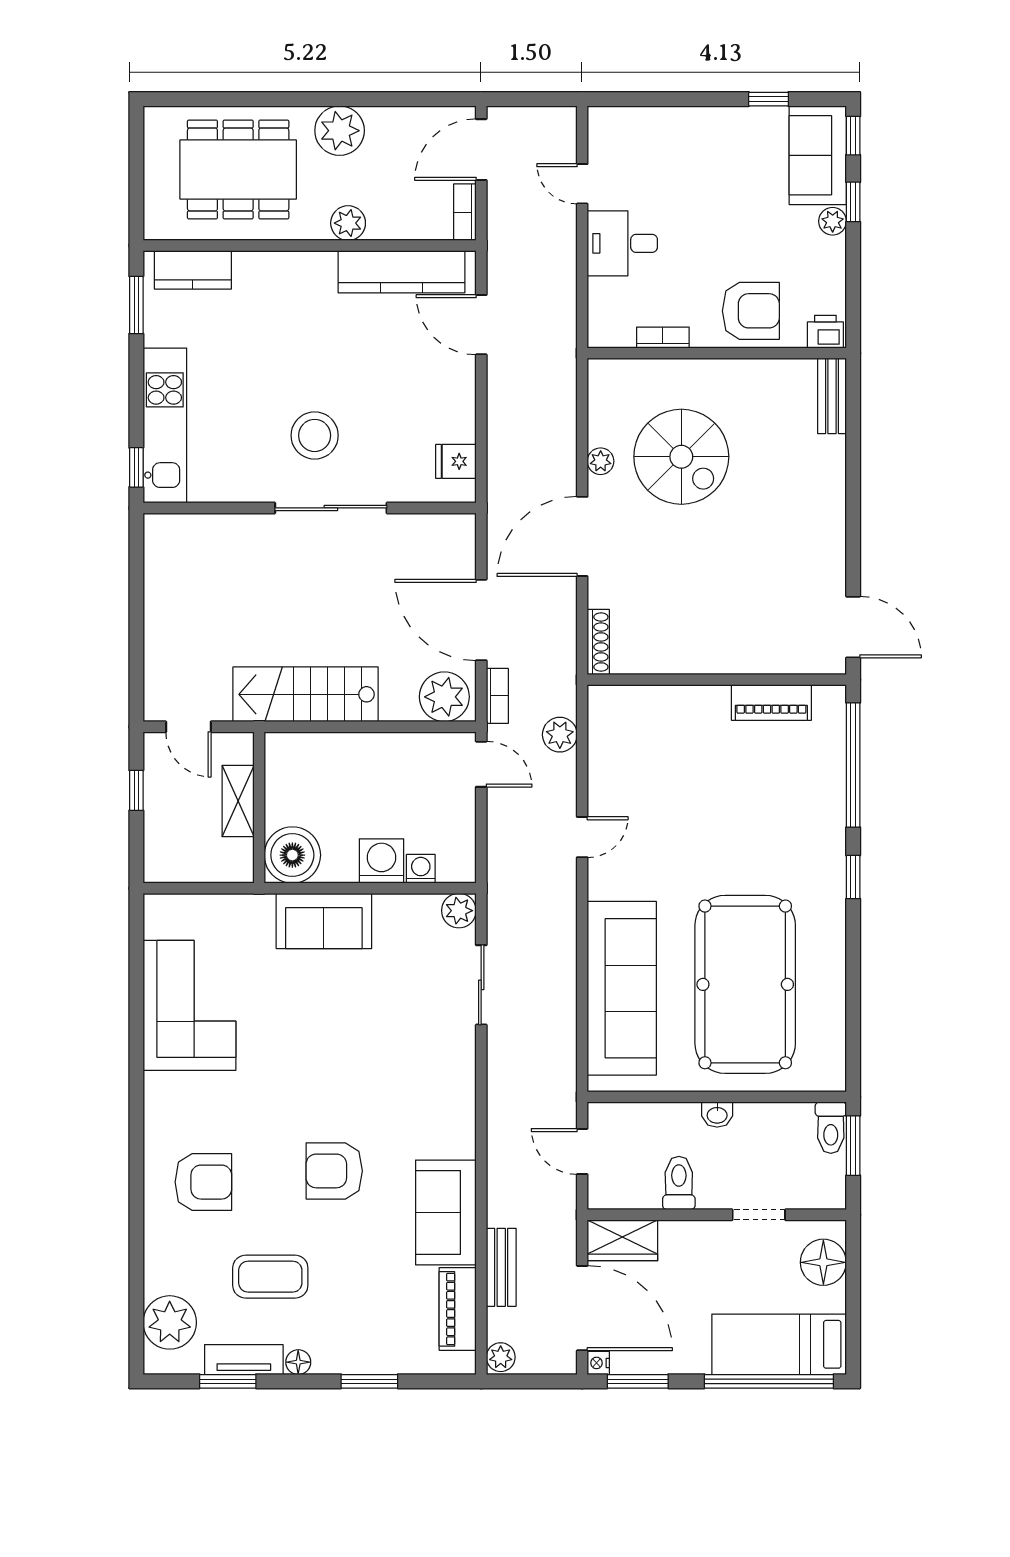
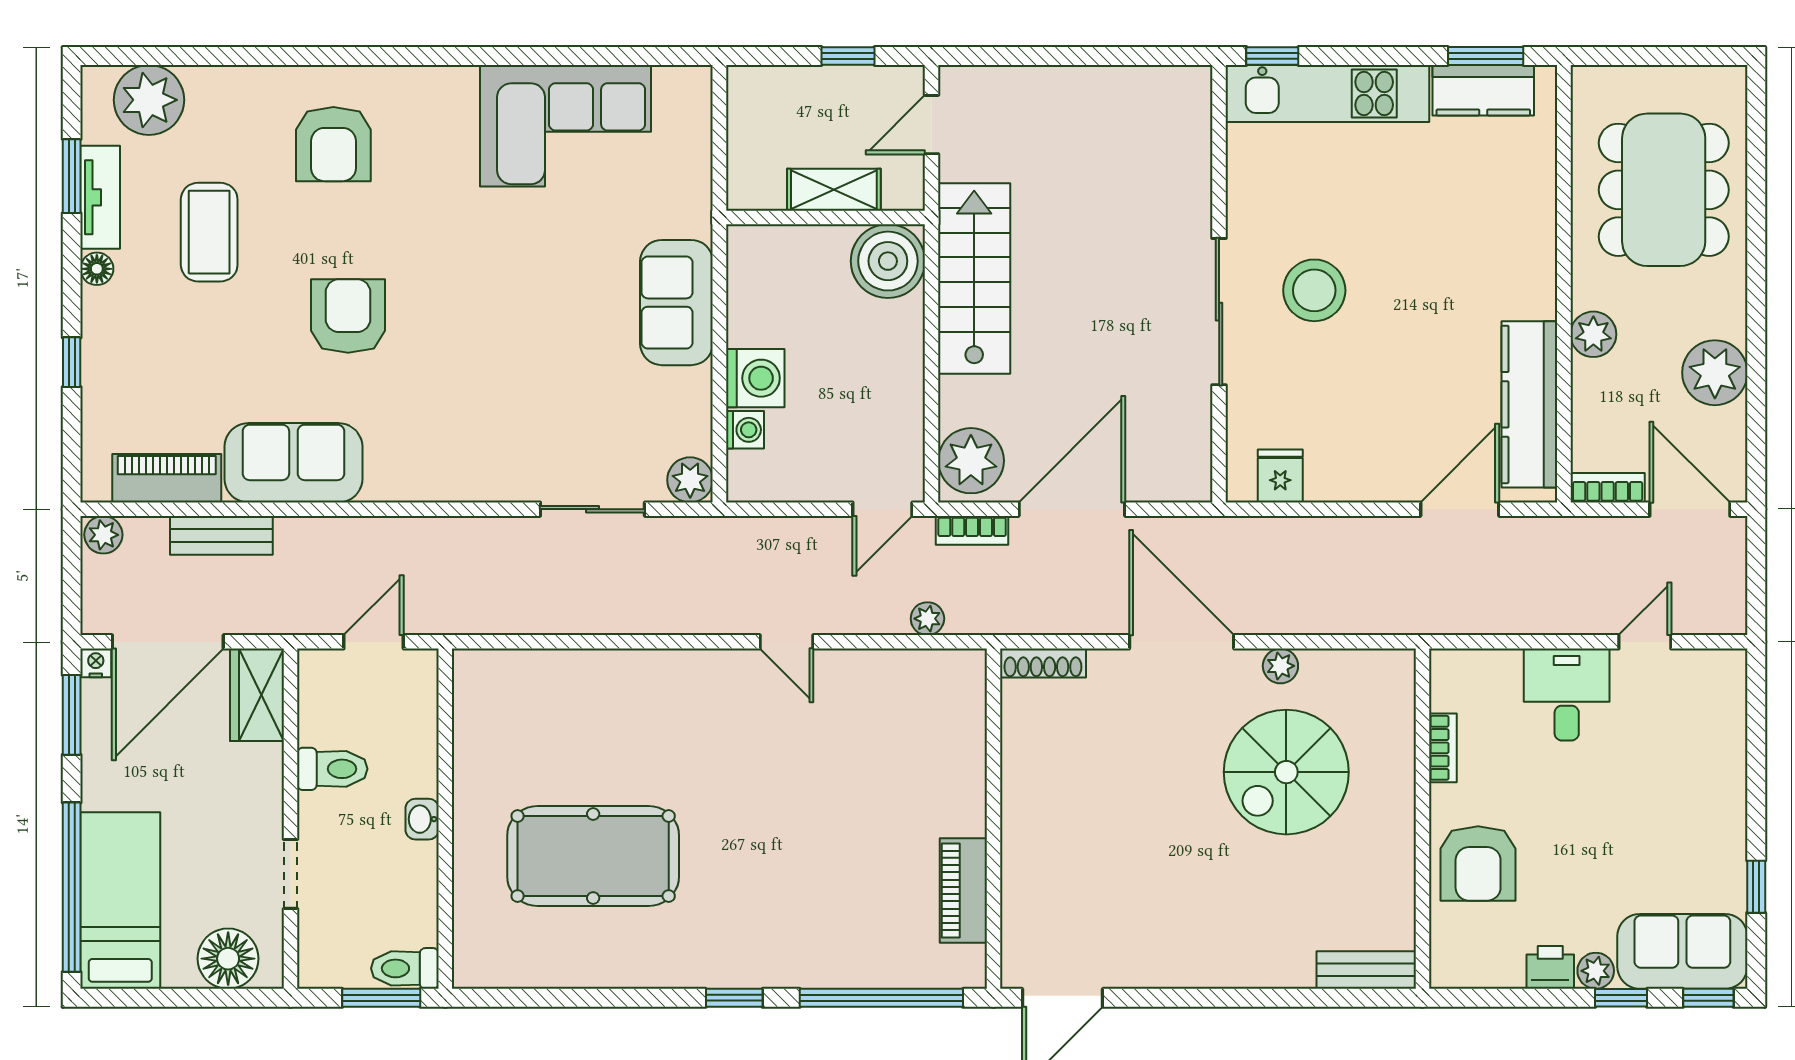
plant: (340, 131) -> (1715, 373), moved
kitchen counter: (193, 270) -> (1483, 90), moved, turned -90
printer: (825, 332) -> (1550, 967), moved, turned -90
plant: (560, 735) -> (927, 619), width x0.73, depth x0.73
boiler: (292, 855) -> (888, 261), moved
pool table: (745, 984) -> (593, 856), width x0.73, depth x0.76
sofa: (622, 988) -> (588, 694), removed
window: (369, 1381) -> (72, 362), width x0.67

